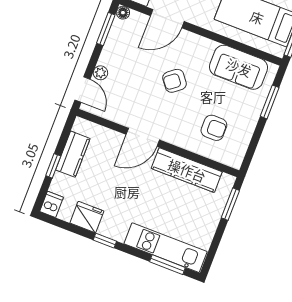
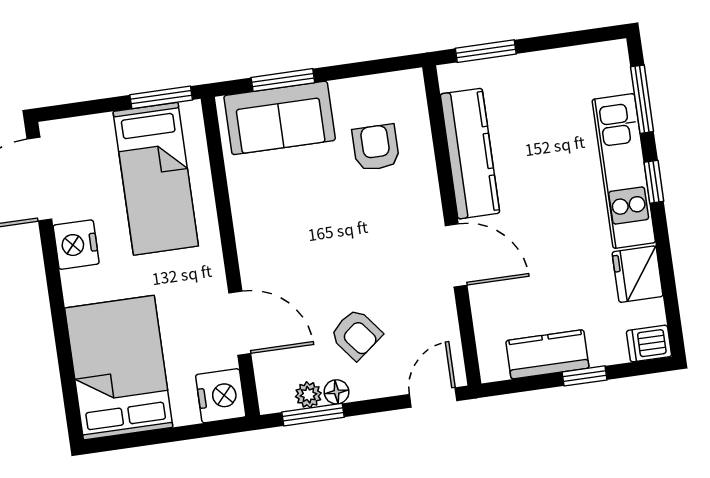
floor lamp: (123, 13) -> (336, 392), moved
sofa: (239, 67) -> (280, 118), moved, turned 90
plant: (100, 73) -> (308, 395), moved
armchair: (174, 81) -> (356, 334), moved
window: (105, 241) -> (654, 182), moved
kitchen unit: (166, 248) -> (624, 171), moved

